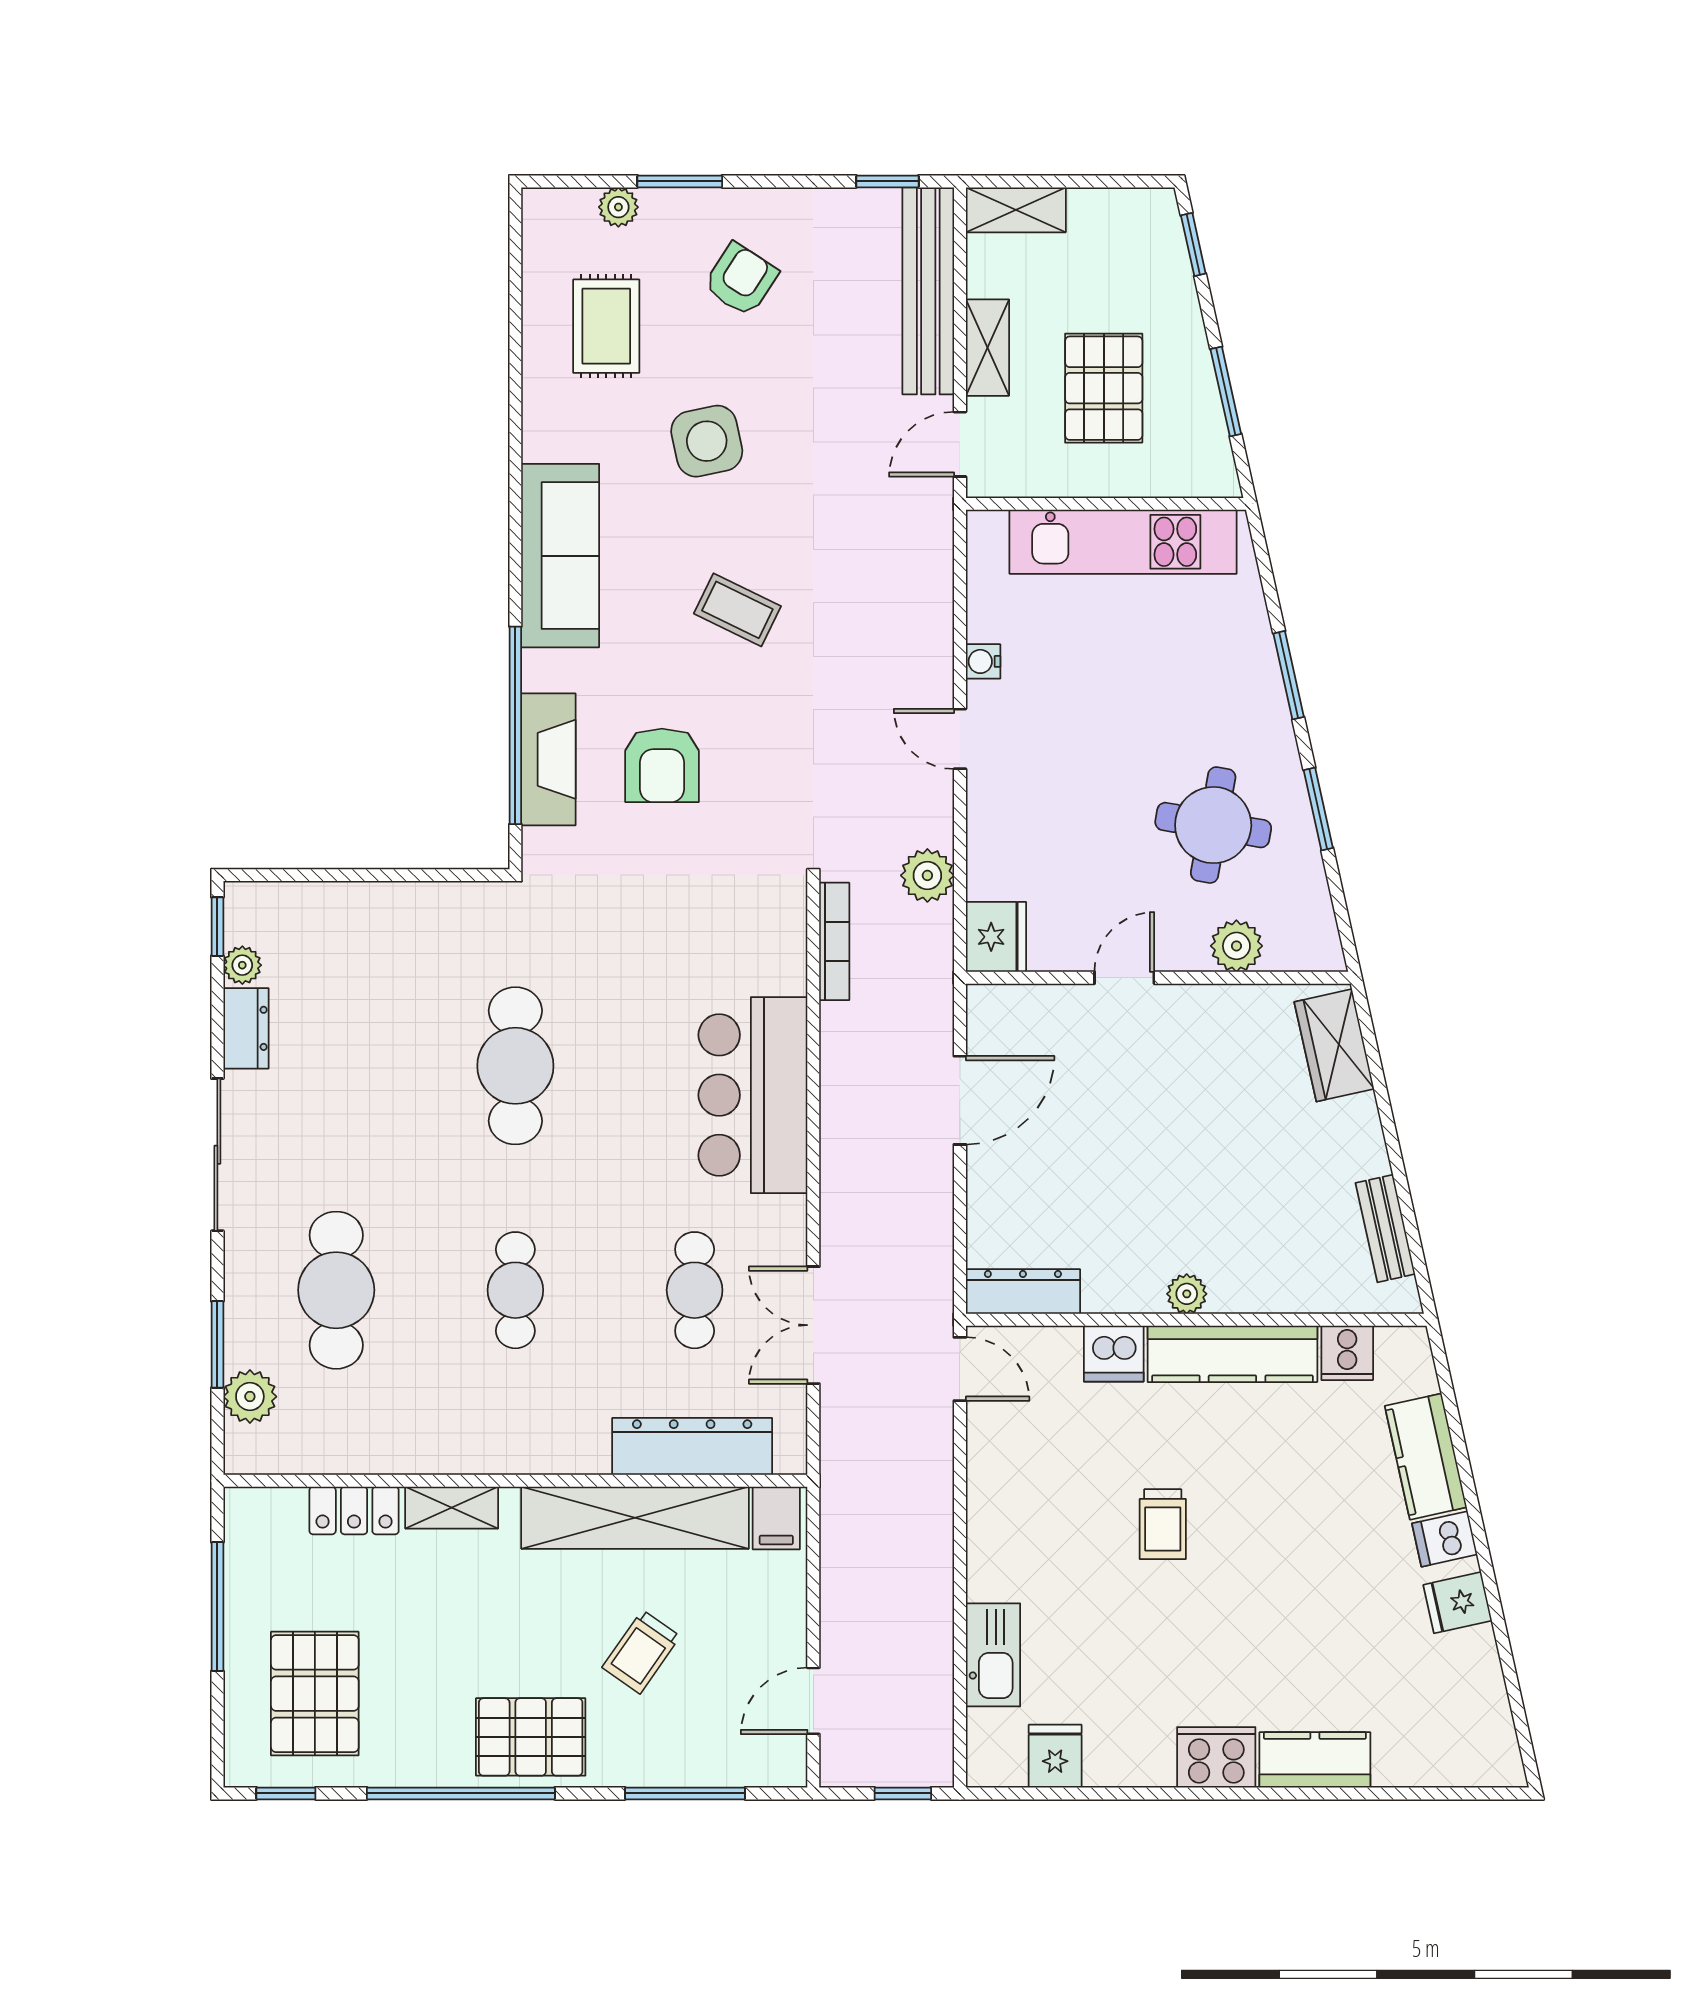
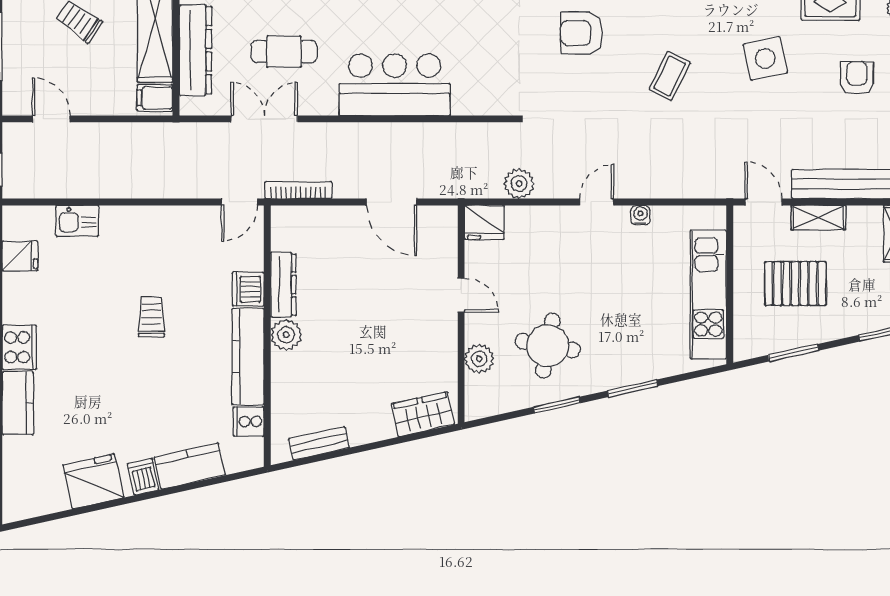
armchair: (741, 279) -> (857, 78), turned -123
bookcase: (834, 941) -> (298, 190), moved, turned 180
dresser: (1023, 1291) -> (283, 285), moved
plant: (1187, 1294) -> (286, 335), width x1.38, depth x1.38
trolley: (1163, 1524) -> (151, 317), turned 90
fridge: (1458, 1603) -> (93, 481), width x1.88, depth x1.34
kitchen sink: (993, 1655) -> (77, 221), width x0.73

